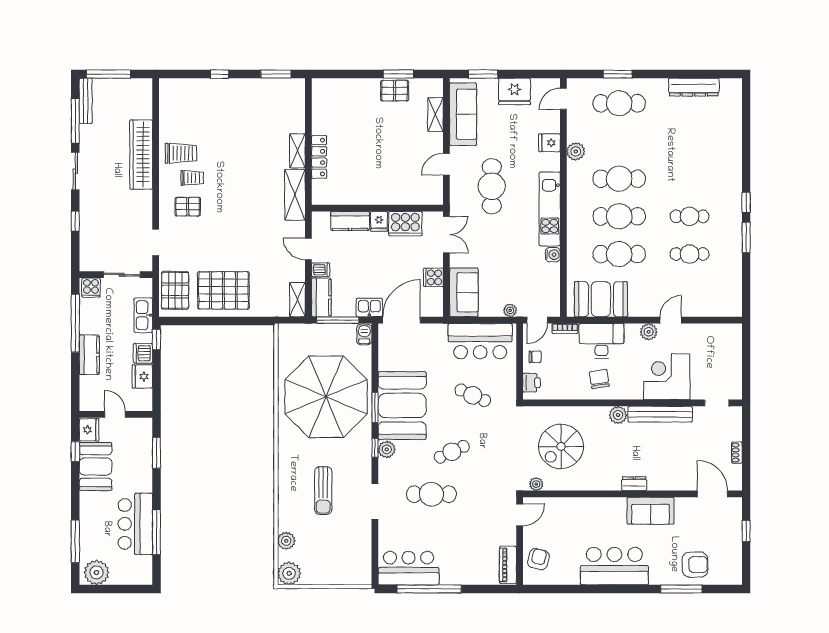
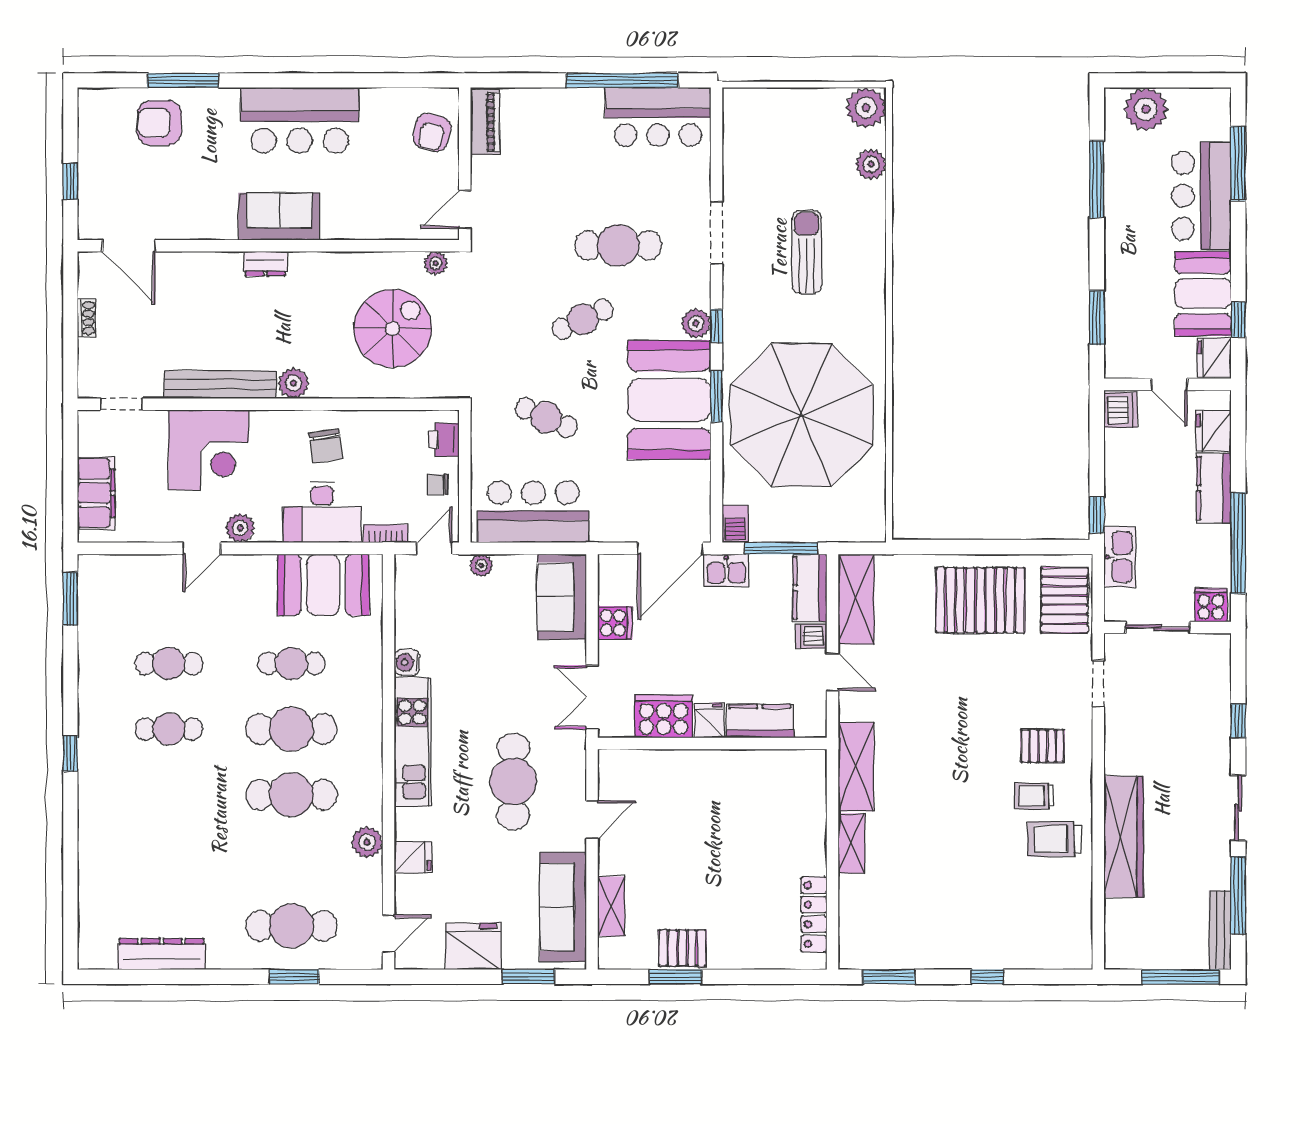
locker: (319, 157) -> (814, 914), moved
window: (746, 238) -> (70, 599), moved
cafe table: (619, 254) -> (291, 663), width x0.73, depth x0.74
shelving: (297, 300) -> (856, 599), width x1.50, depth x1.33
filing cabinet: (731, 352) -> (96, 493), added
dishwasher: (143, 353) -> (1120, 410), moved
fridge: (142, 376) -> (1214, 431), moved, turned 180
sofa: (651, 511) -> (279, 217), moved
bar counter: (135, 524) -> (1201, 196), moved, turned 180
plant: (97, 572) -> (1146, 109), moved

